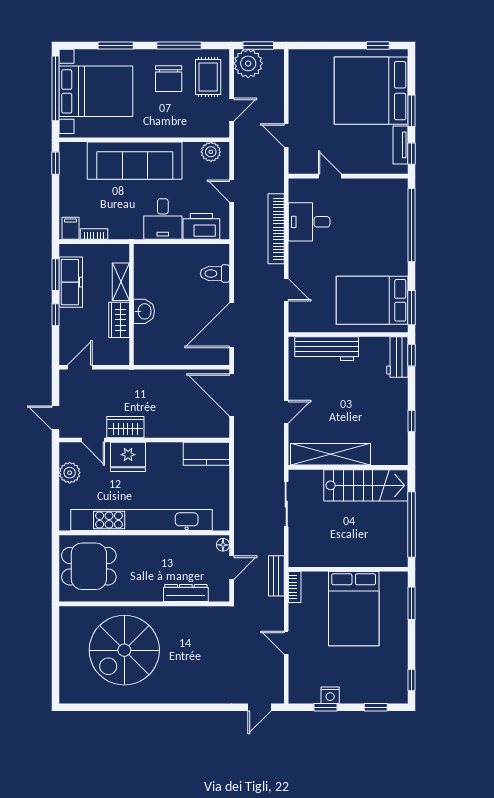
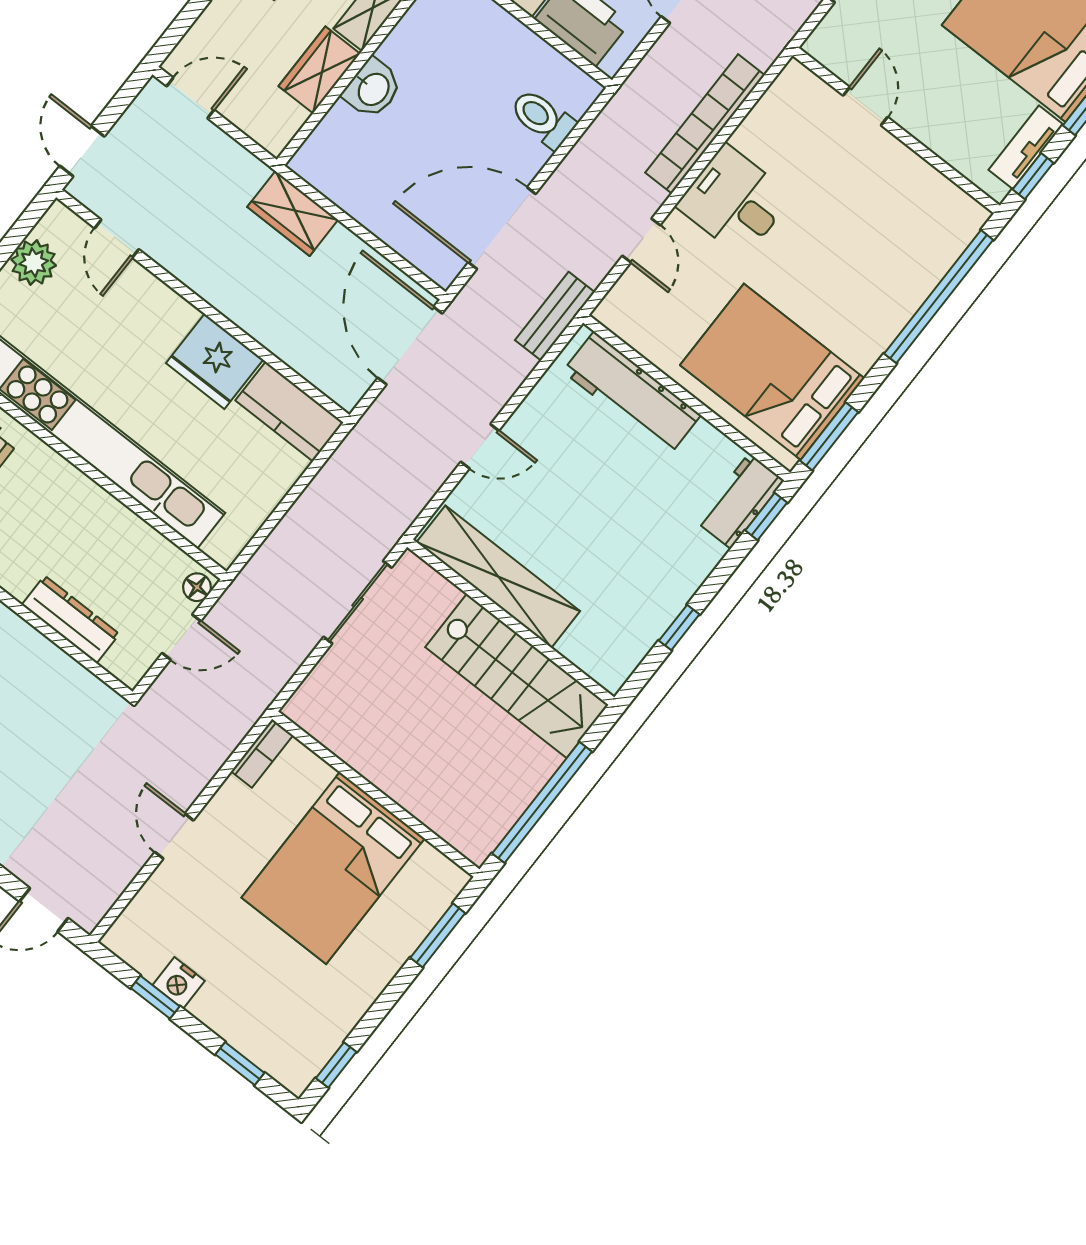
desk: (309, 222) -> (734, 201), moved
wardrobe: (125, 427) -> (293, 213), moved, turned 180
fridge: (128, 457) -> (215, 361), moved
bench: (276, 576) -> (555, 316), moved

